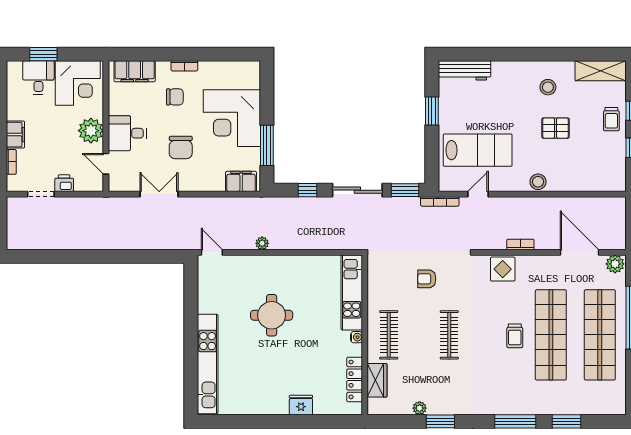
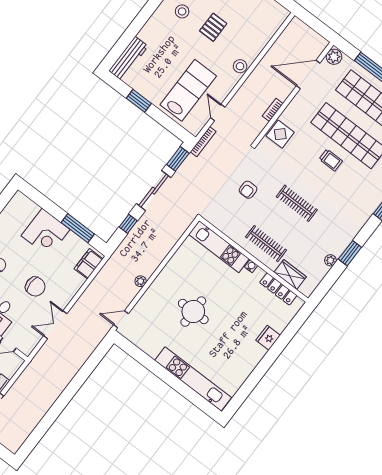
corner desk: (232, 118) -> (46, 233), width x0.74, depth x0.74

